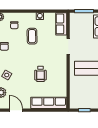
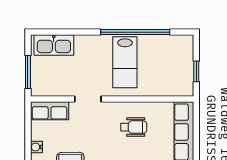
wheelchair: (40, 74) -> (134, 127), moved

